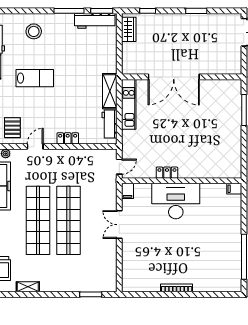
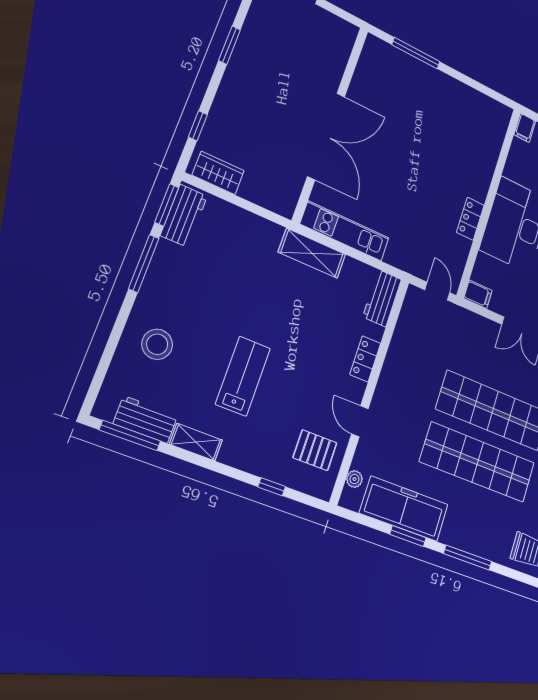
workbench: (95, 21) -> (184, 216), width x0.73
workbench: (109, 124) -> (382, 298), moved, turned 90

